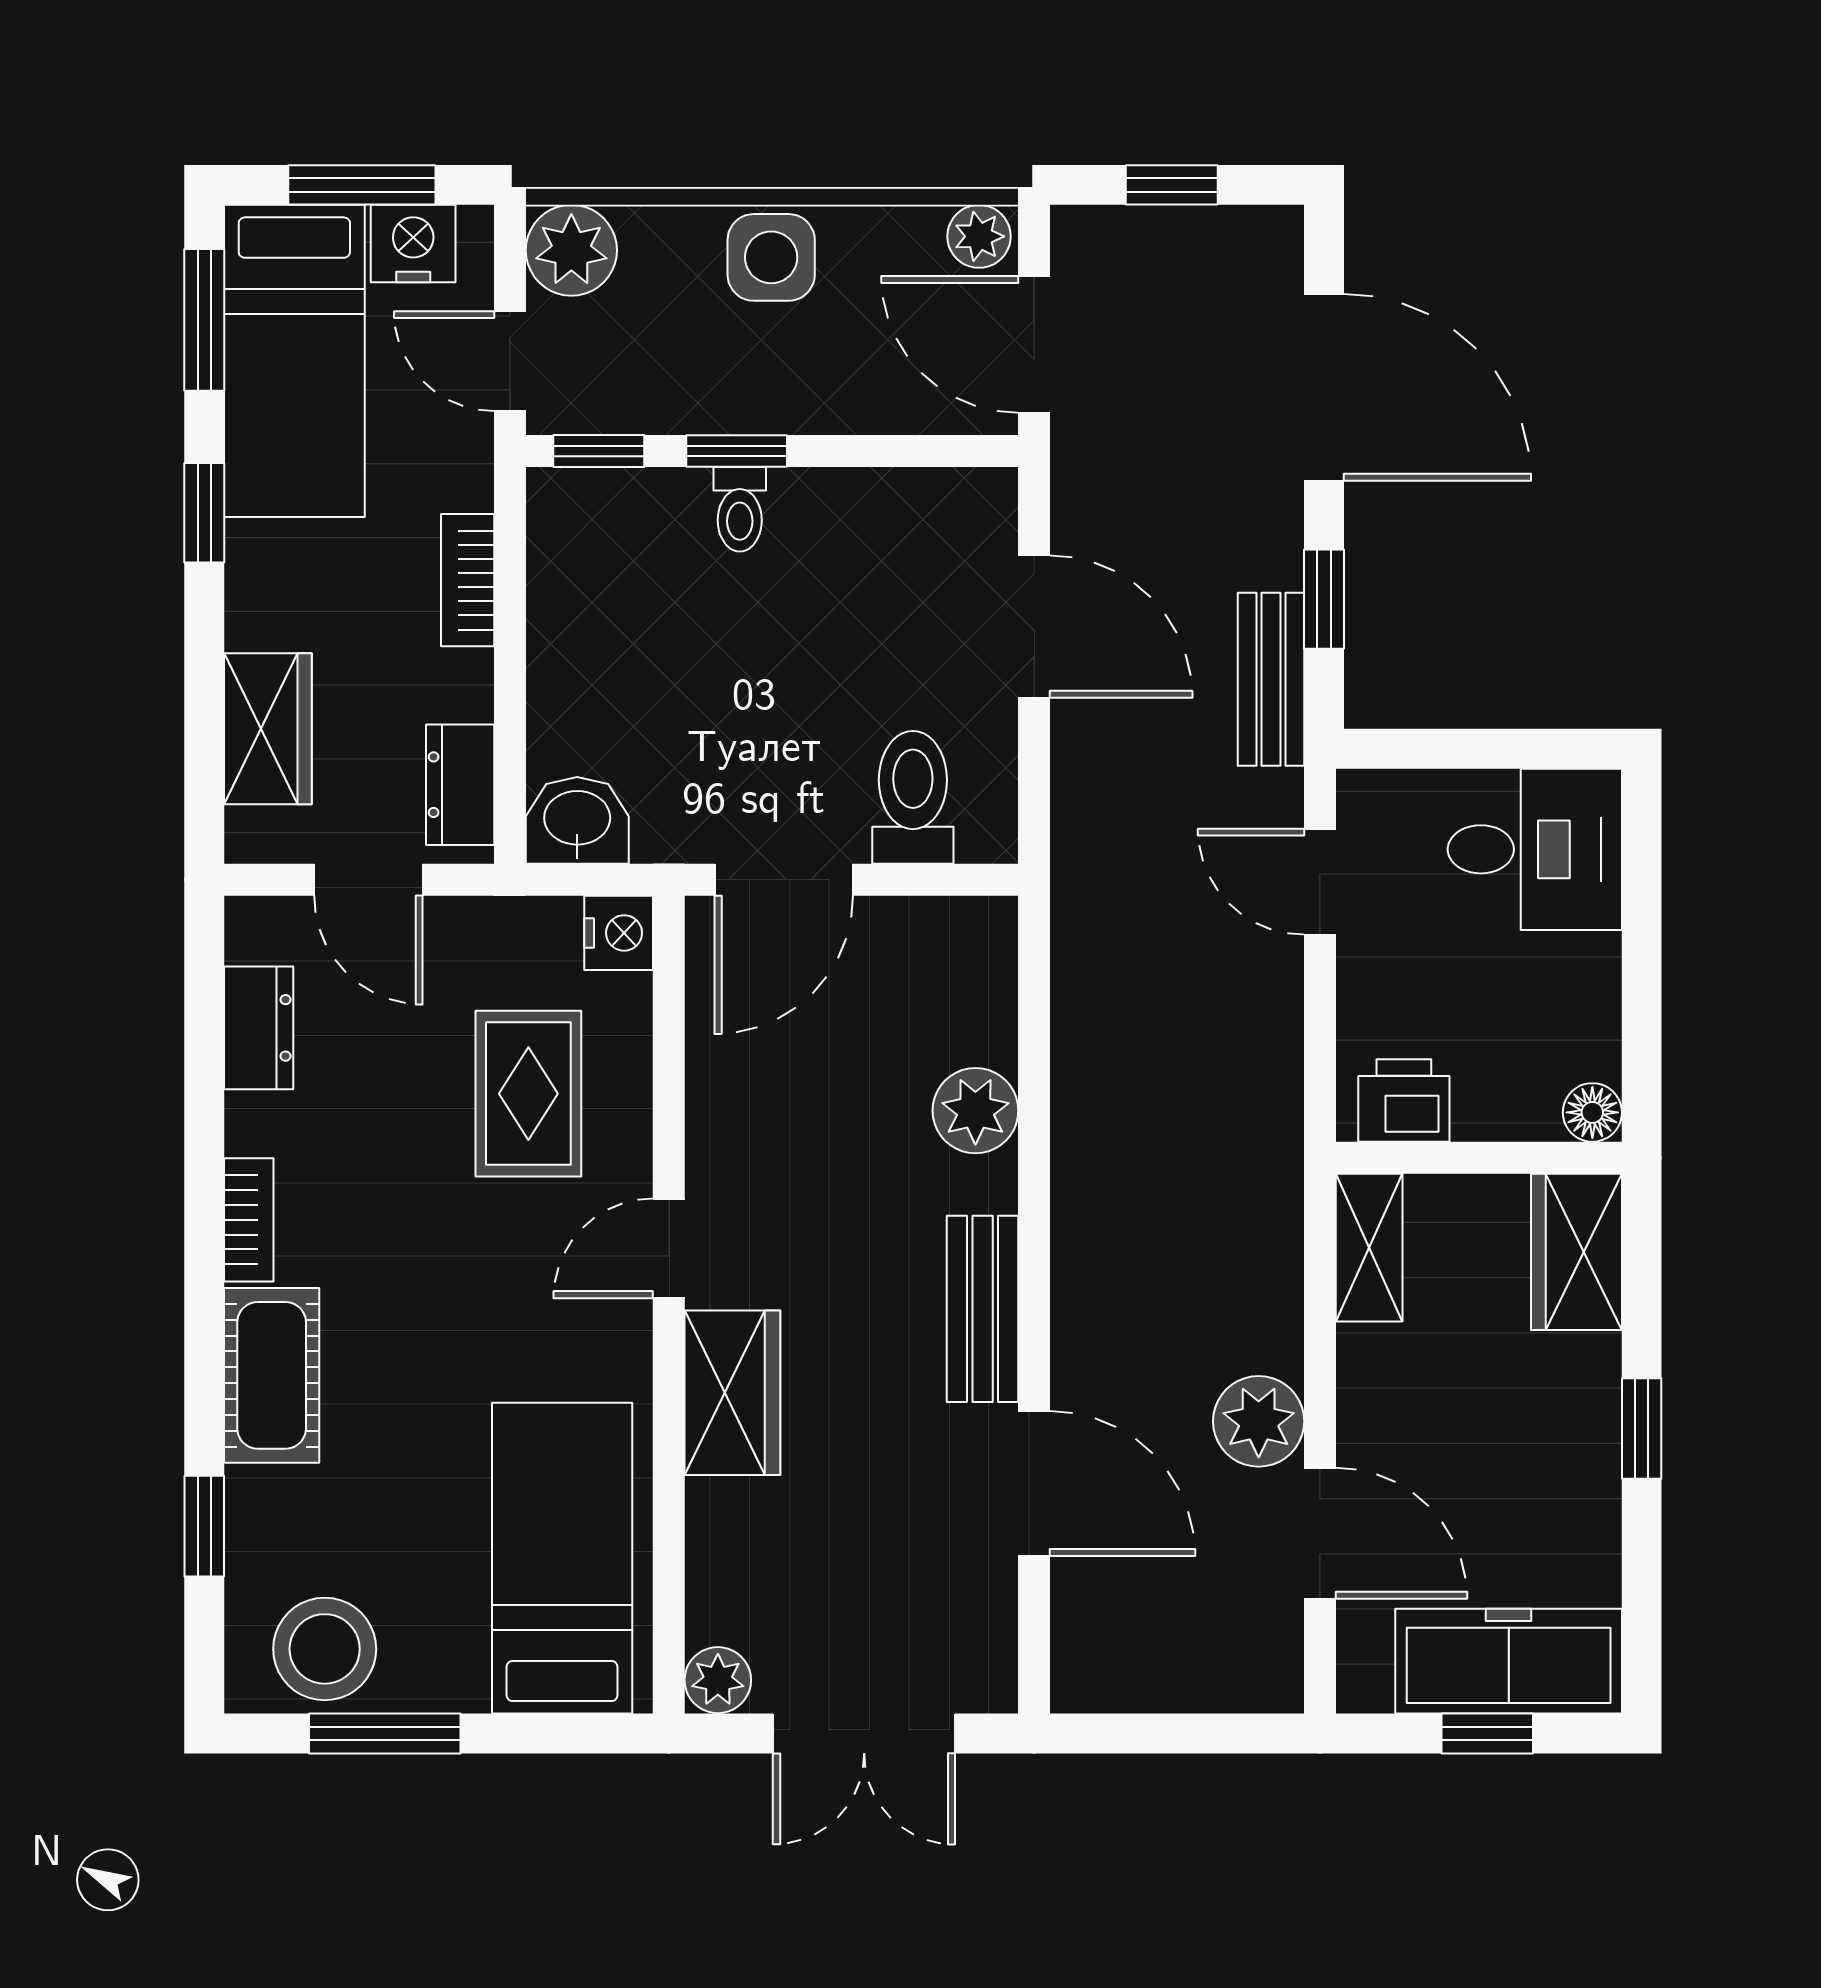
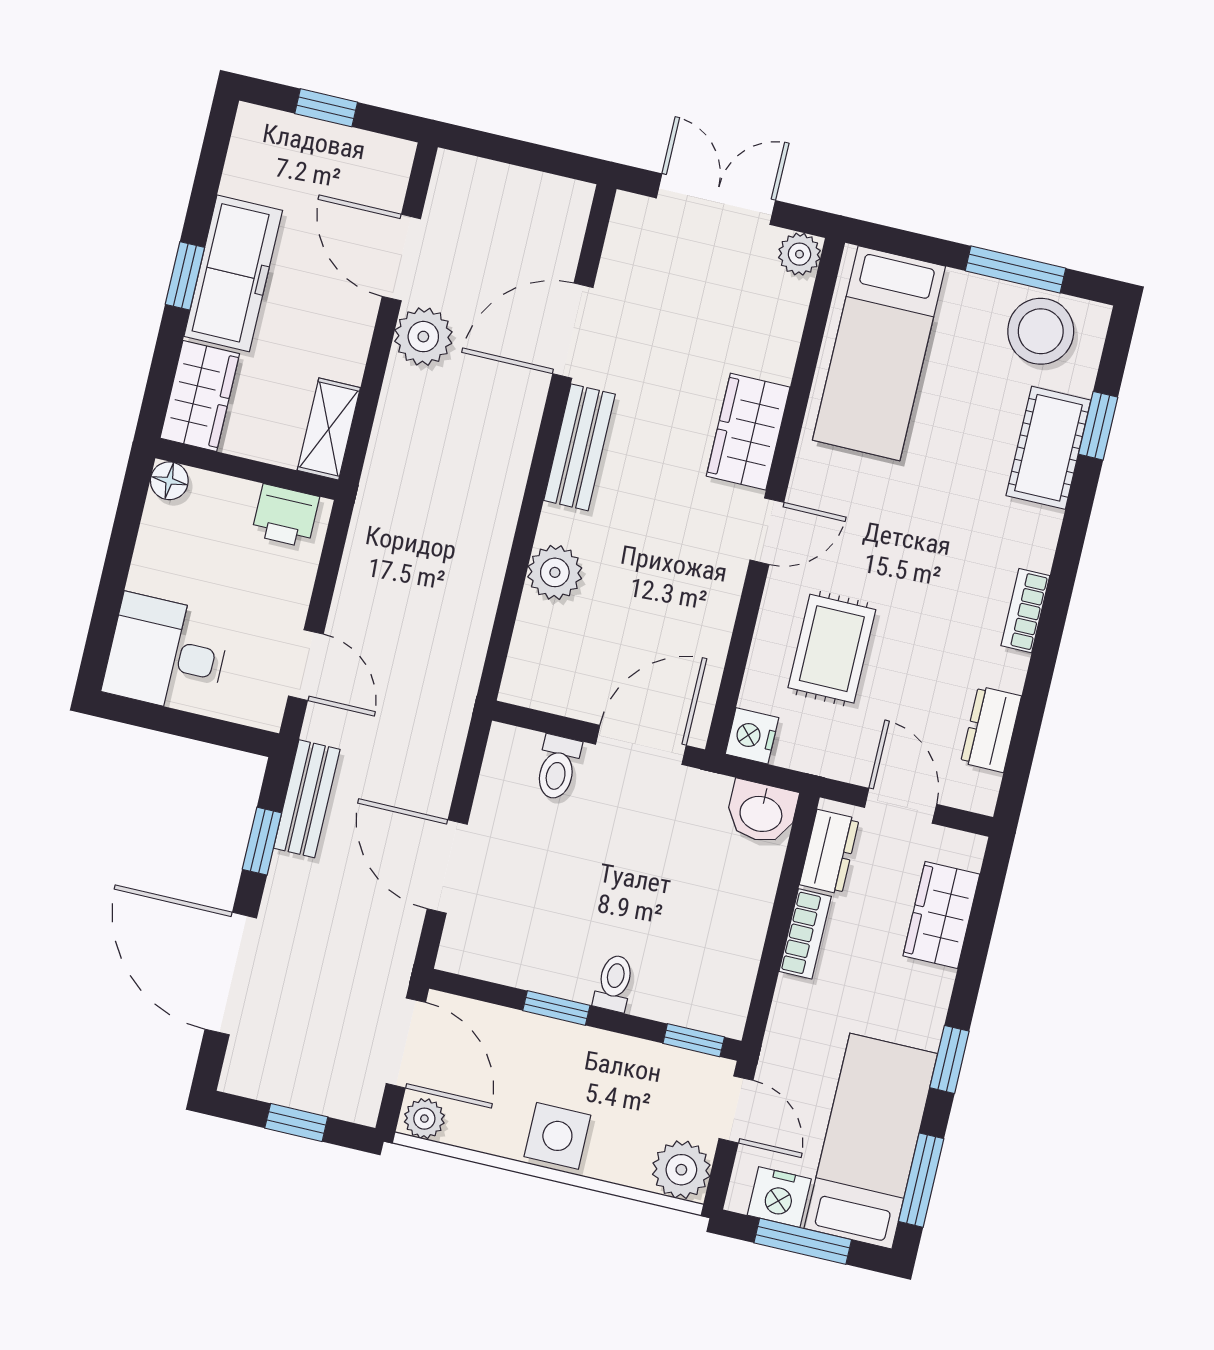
window: (737, 451) -> (556, 1008), moved
bookcase: (468, 580) -> (805, 934), moved
toilet: (913, 797) -> (558, 767), width x0.73, depth x0.72
cot: (272, 1375) -> (1048, 448), moved
door: (1034, 1484) -> (573, 331), hinge flipped
freezer: (1509, 1661) -> (233, 273), moved, turned -90

